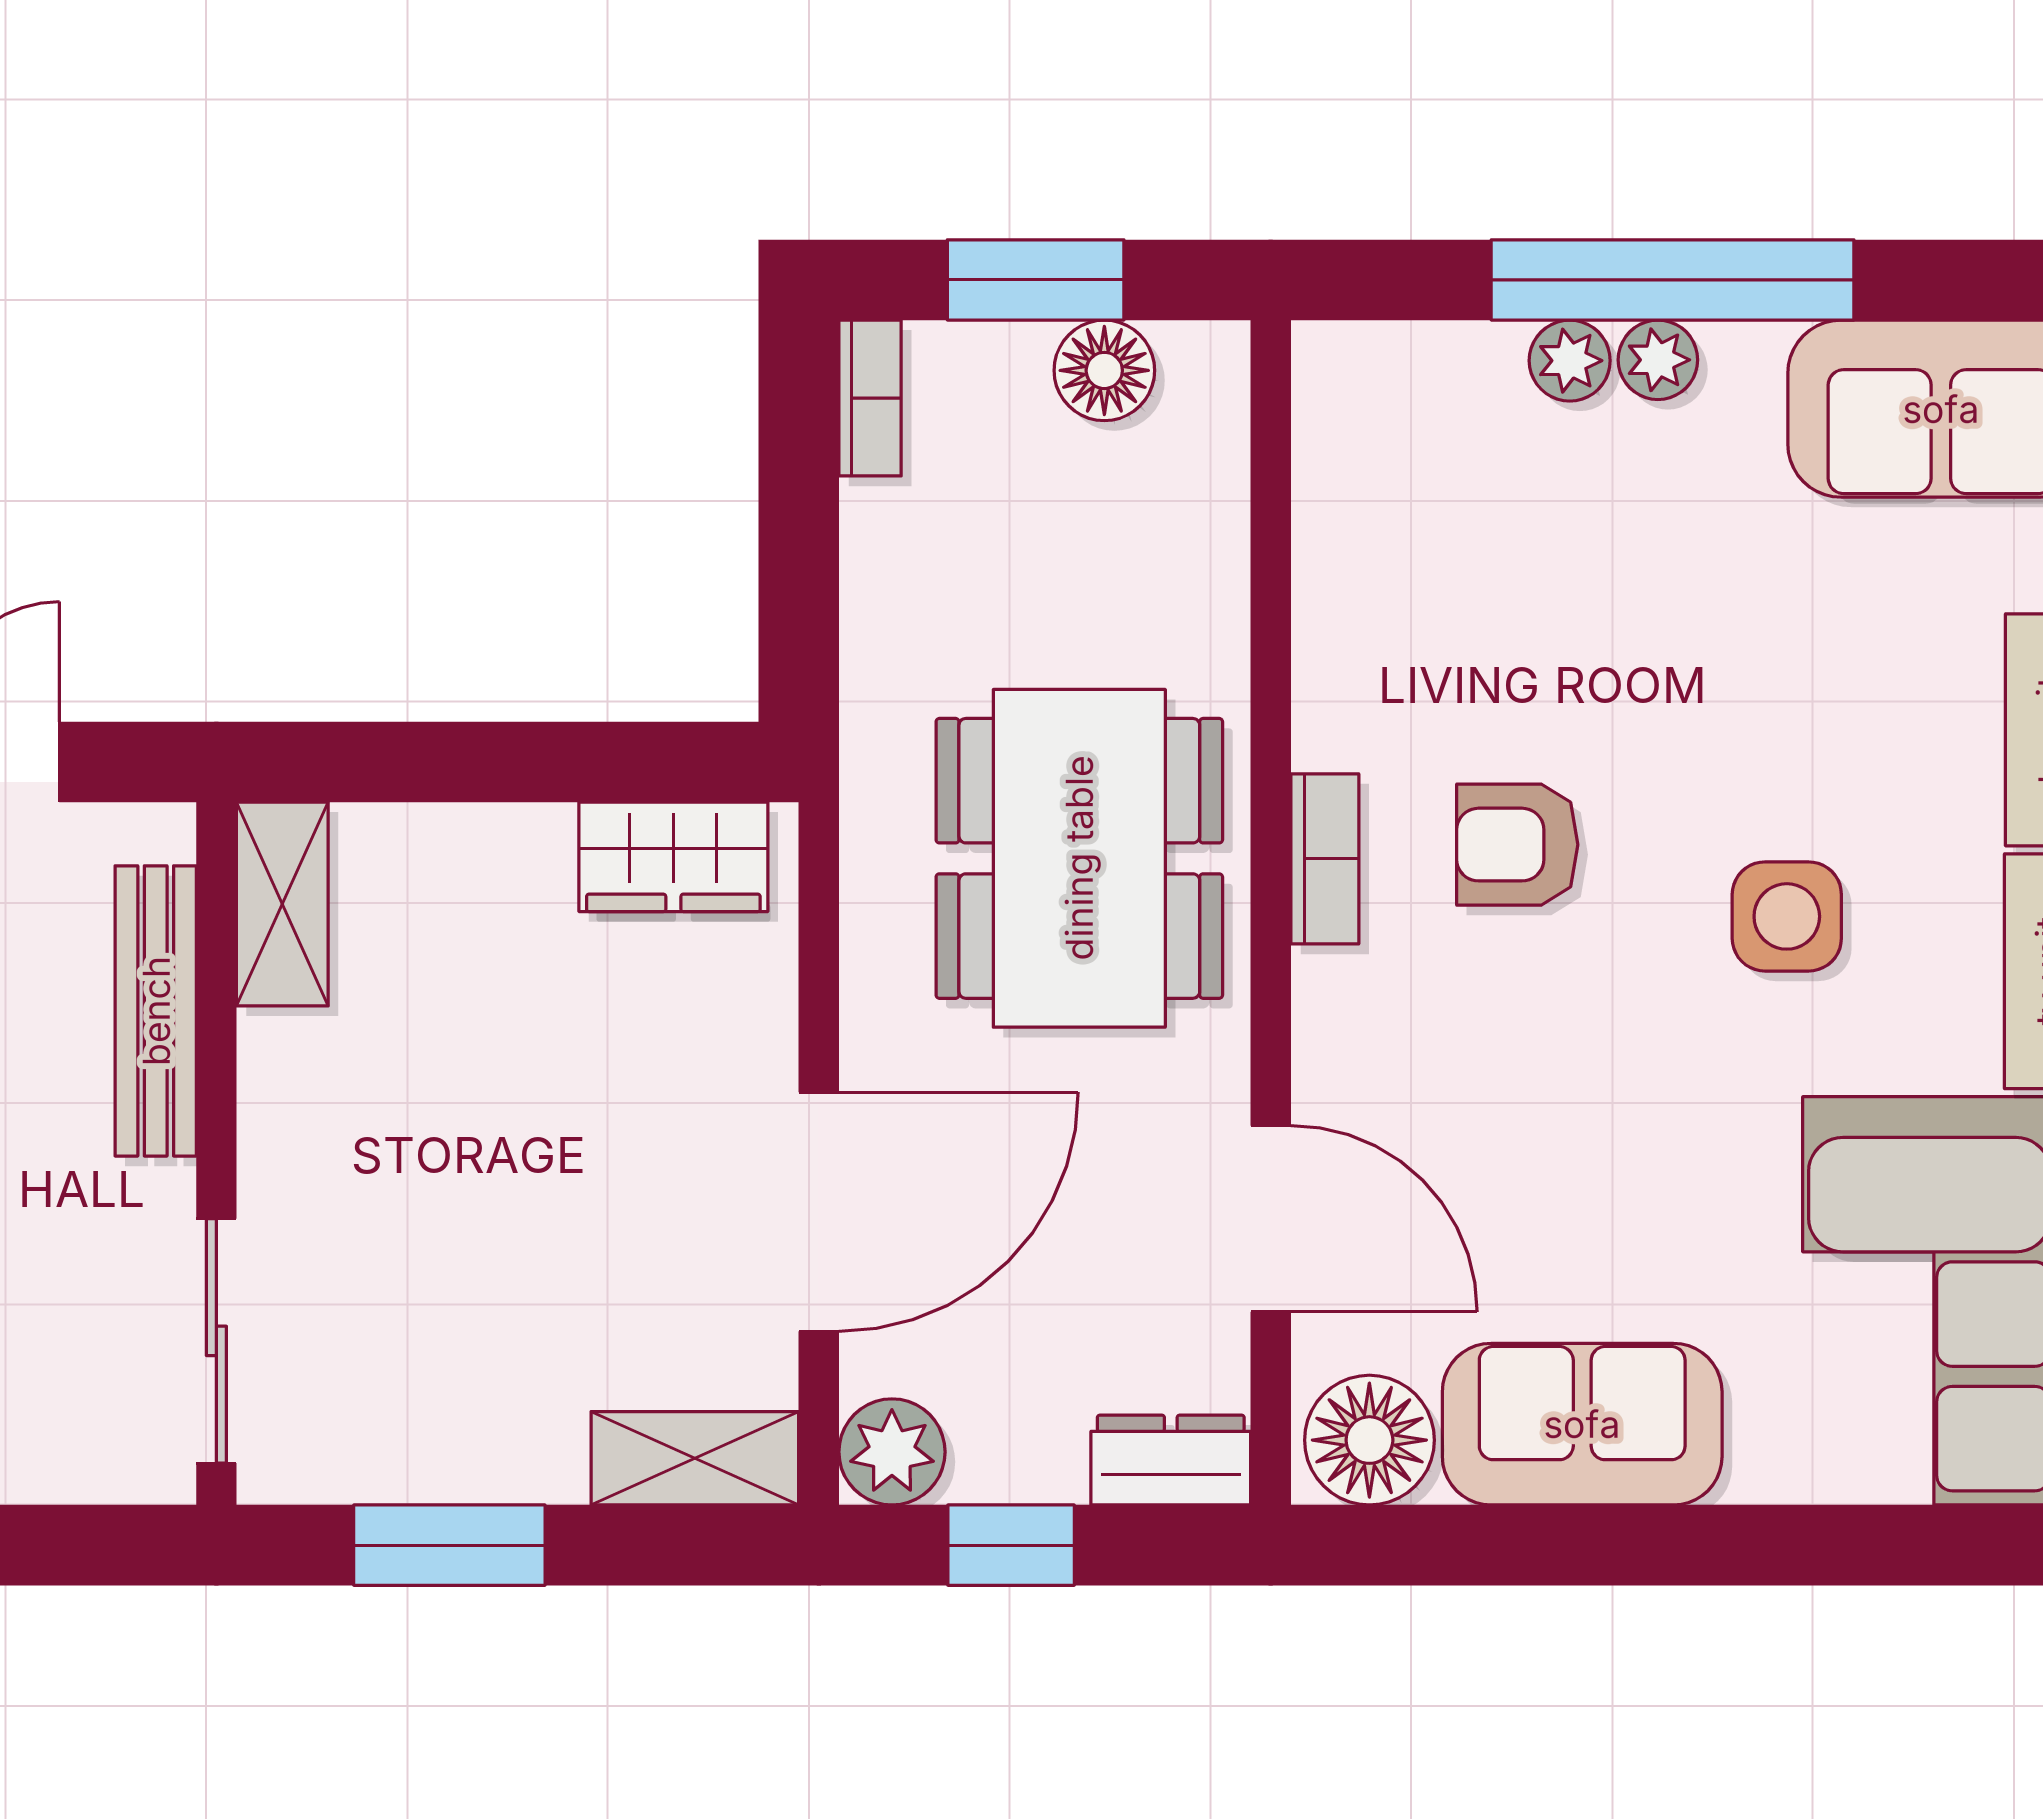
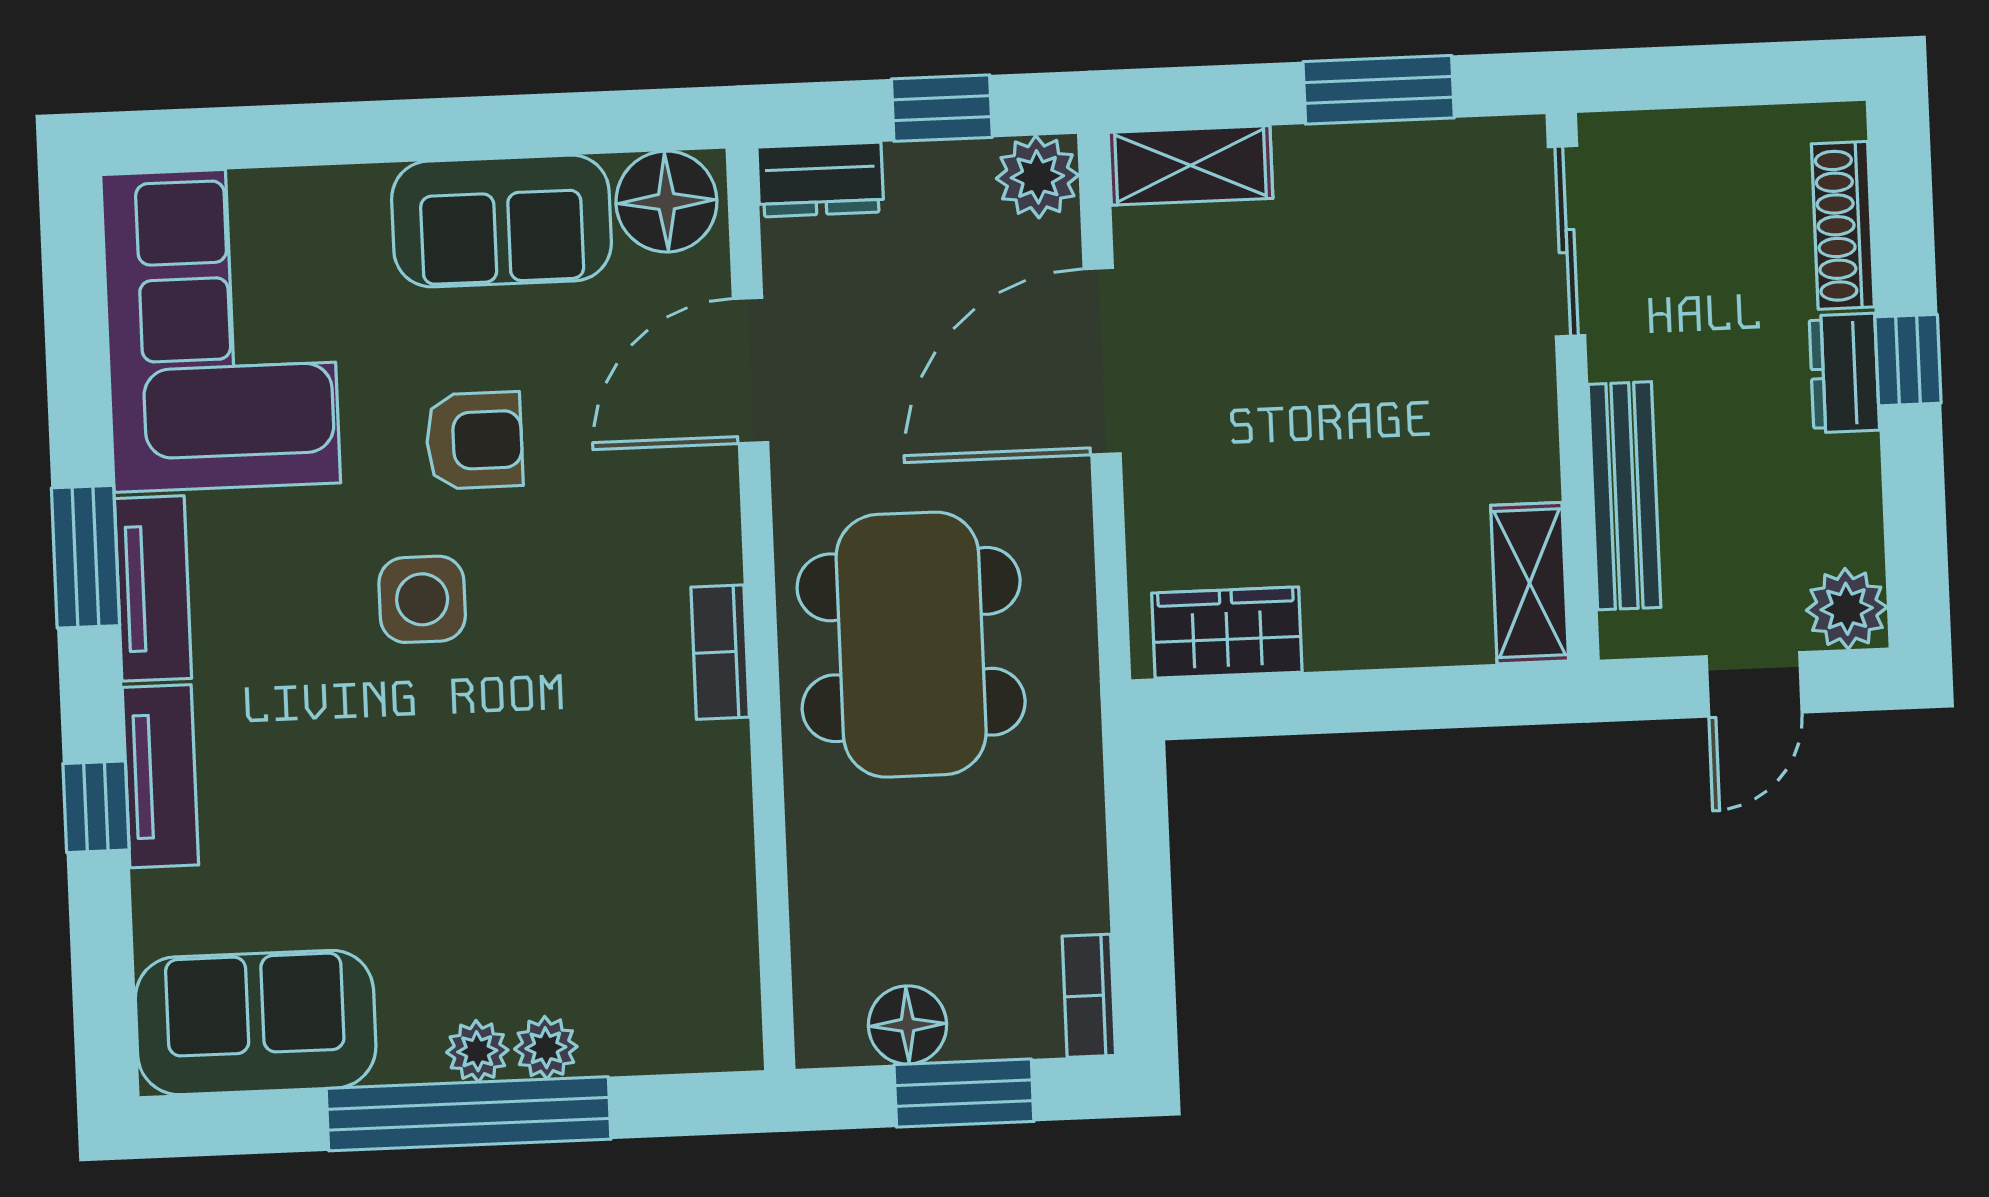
armchair: (1517, 845) -> (474, 440), moved
side table: (1787, 916) -> (422, 599), moved
door: (1271, 1219) -> (750, 370), hinge flipped

